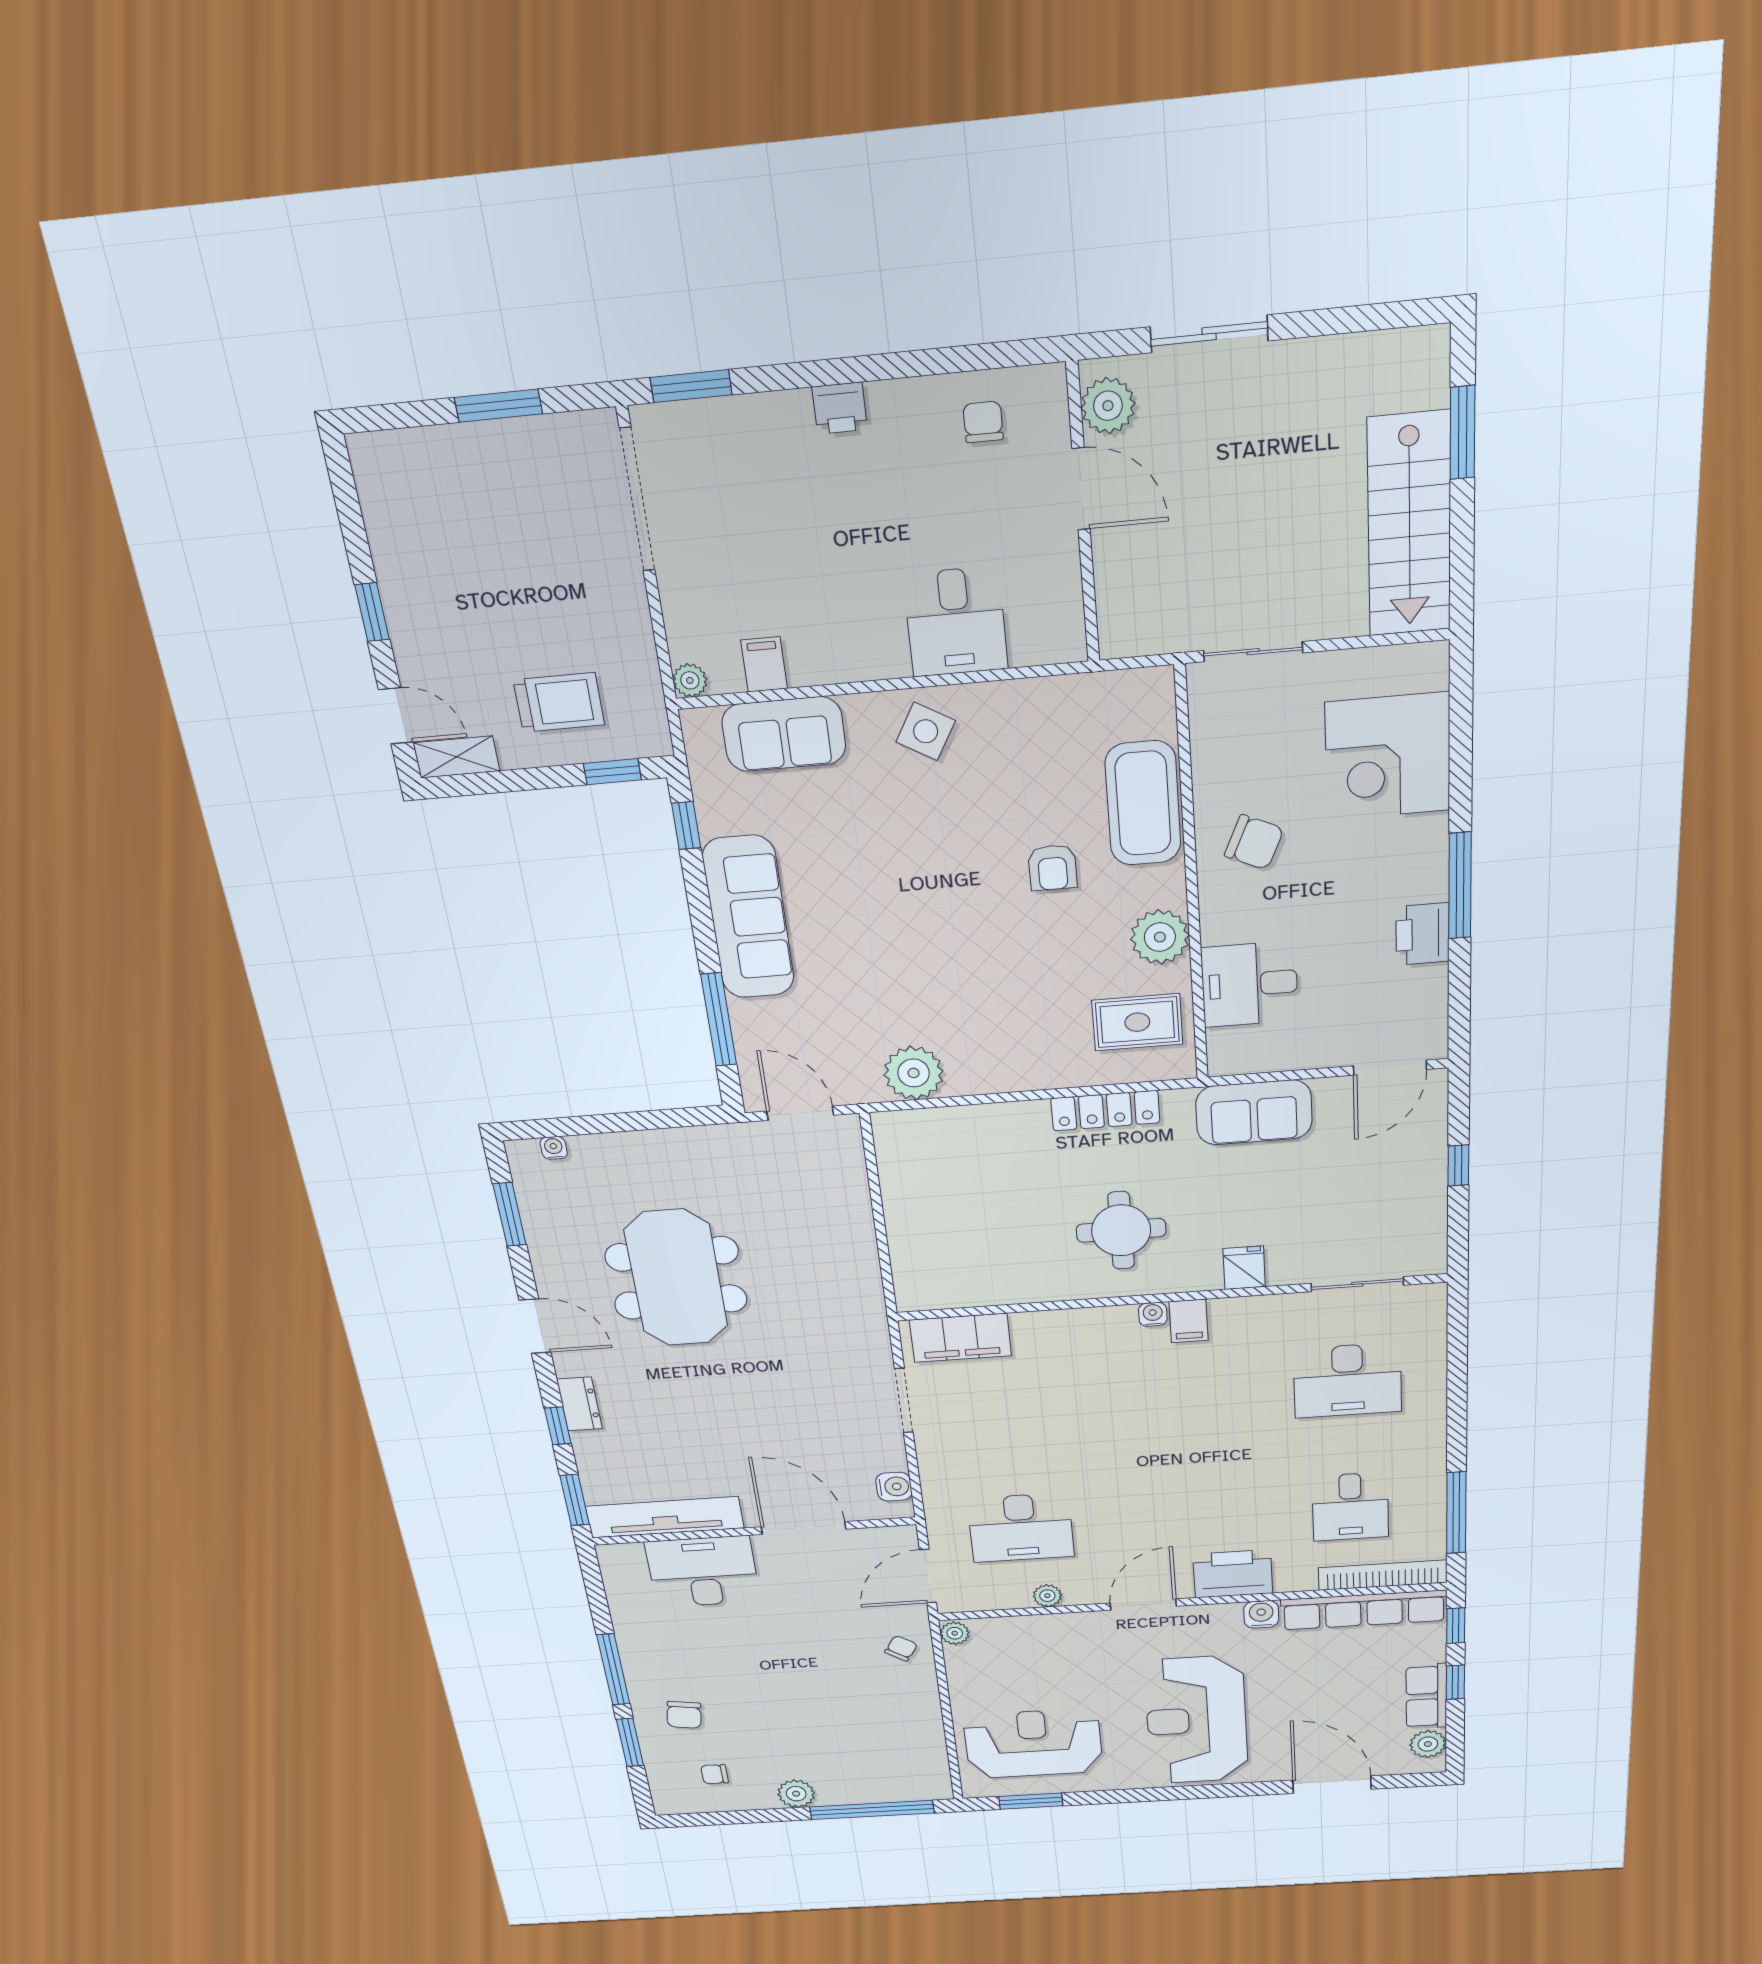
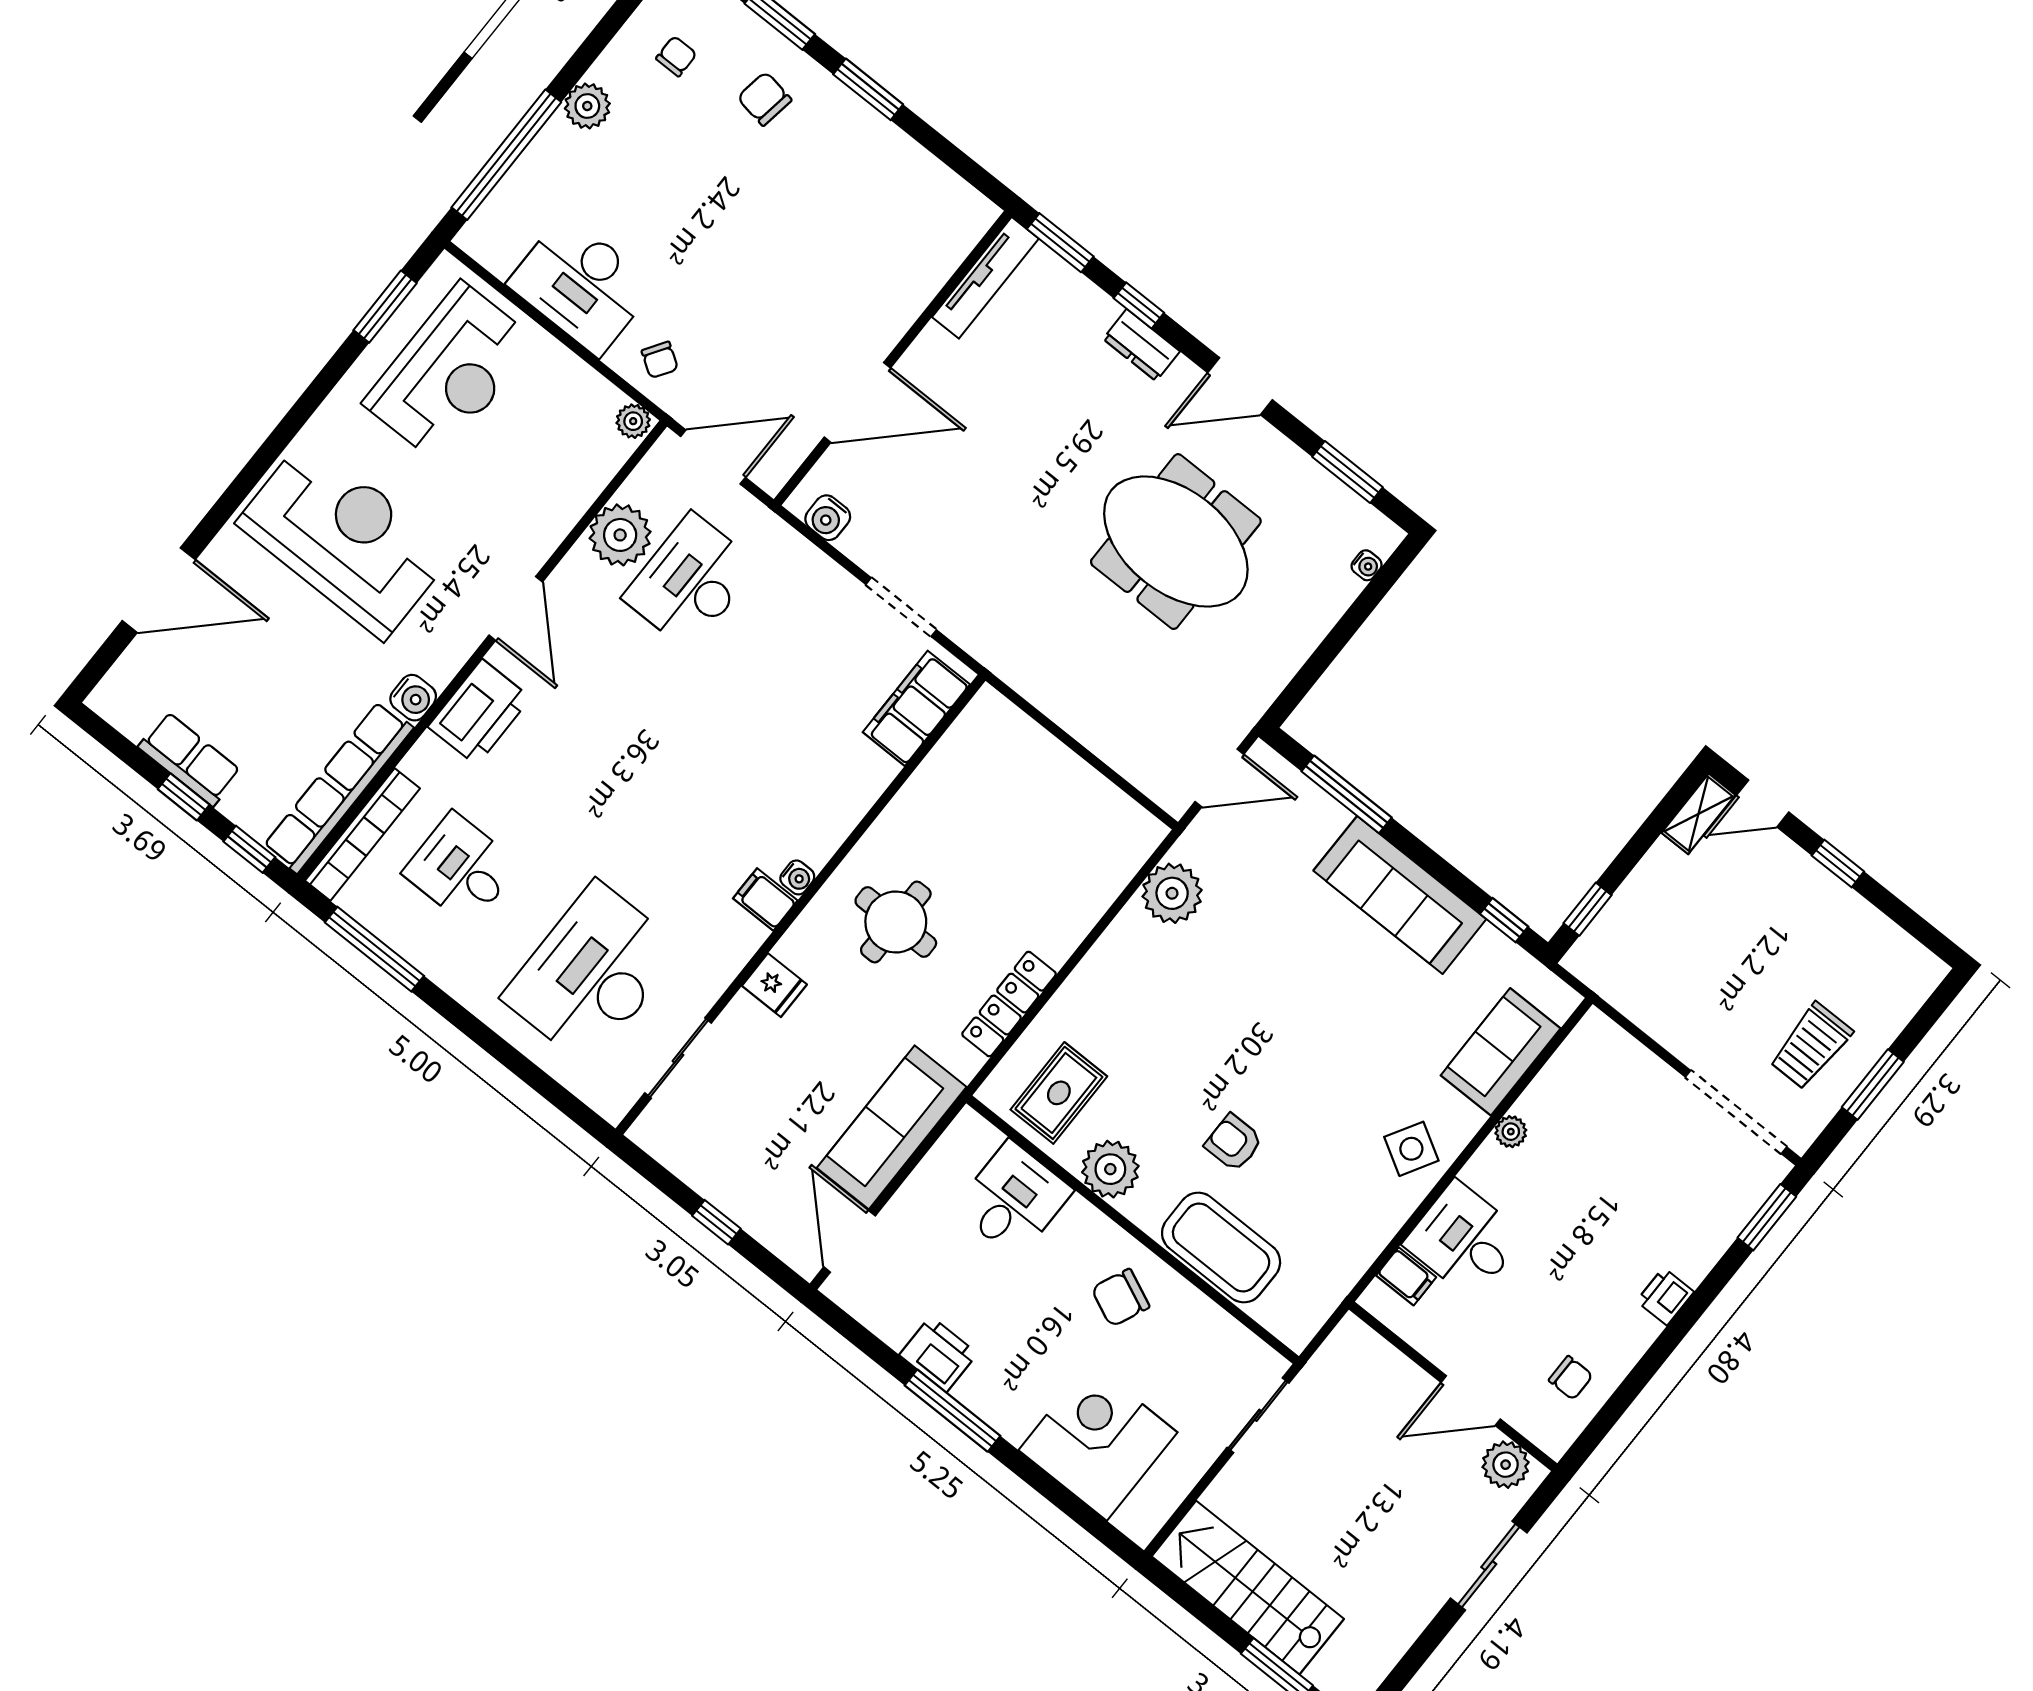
filing cabinet: (764, 664) -> (1406, 1276), moved
plant: (690, 680) -> (1511, 1132), moved
trolley: (559, 702) -> (1811, 1046), moved
sofa: (1254, 1112) -> (892, 1127), width x1.36
desk: (1347, 1380) -> (592, 974), width x1.36, depth x1.30
tv unit: (665, 1517) -> (985, 278), width x0.73, depth x0.78
desk: (703, 1572) -> (581, 285), moved, turned 90
door: (928, 1576) -> (713, 457), hinge flipped
plant: (1047, 1596) -> (620, 535), width x1.87, depth x1.87
window: (613, 1669) -> (868, 89), width x0.69
plant: (1428, 1744) -> (131, 714), removed

